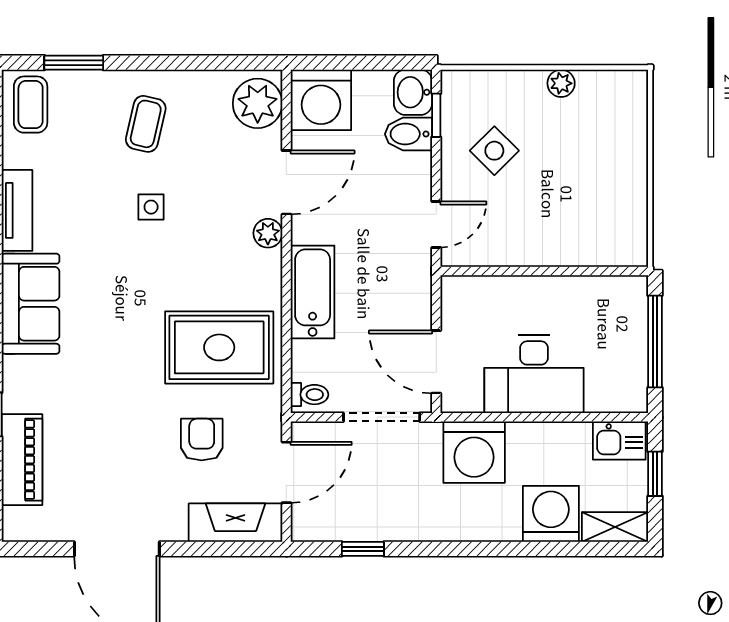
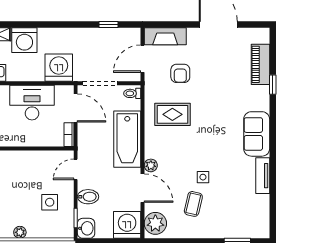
coffee table: (31, 105) -> (257, 223), removed
coffee table: (146, 124) -> (193, 204), moved
bidet: (408, 134) -> (88, 197), moved
side table: (494, 151) -> (50, 202), turned 45
door: (286, 182) -> (142, 188), swing flipped
bathtub: (313, 292) -> (127, 139), width x1.36, depth x1.36
bookcase: (451, 302) -> (69, 135), added
rug: (219, 347) -> (172, 114), width x0.73, depth x0.70

